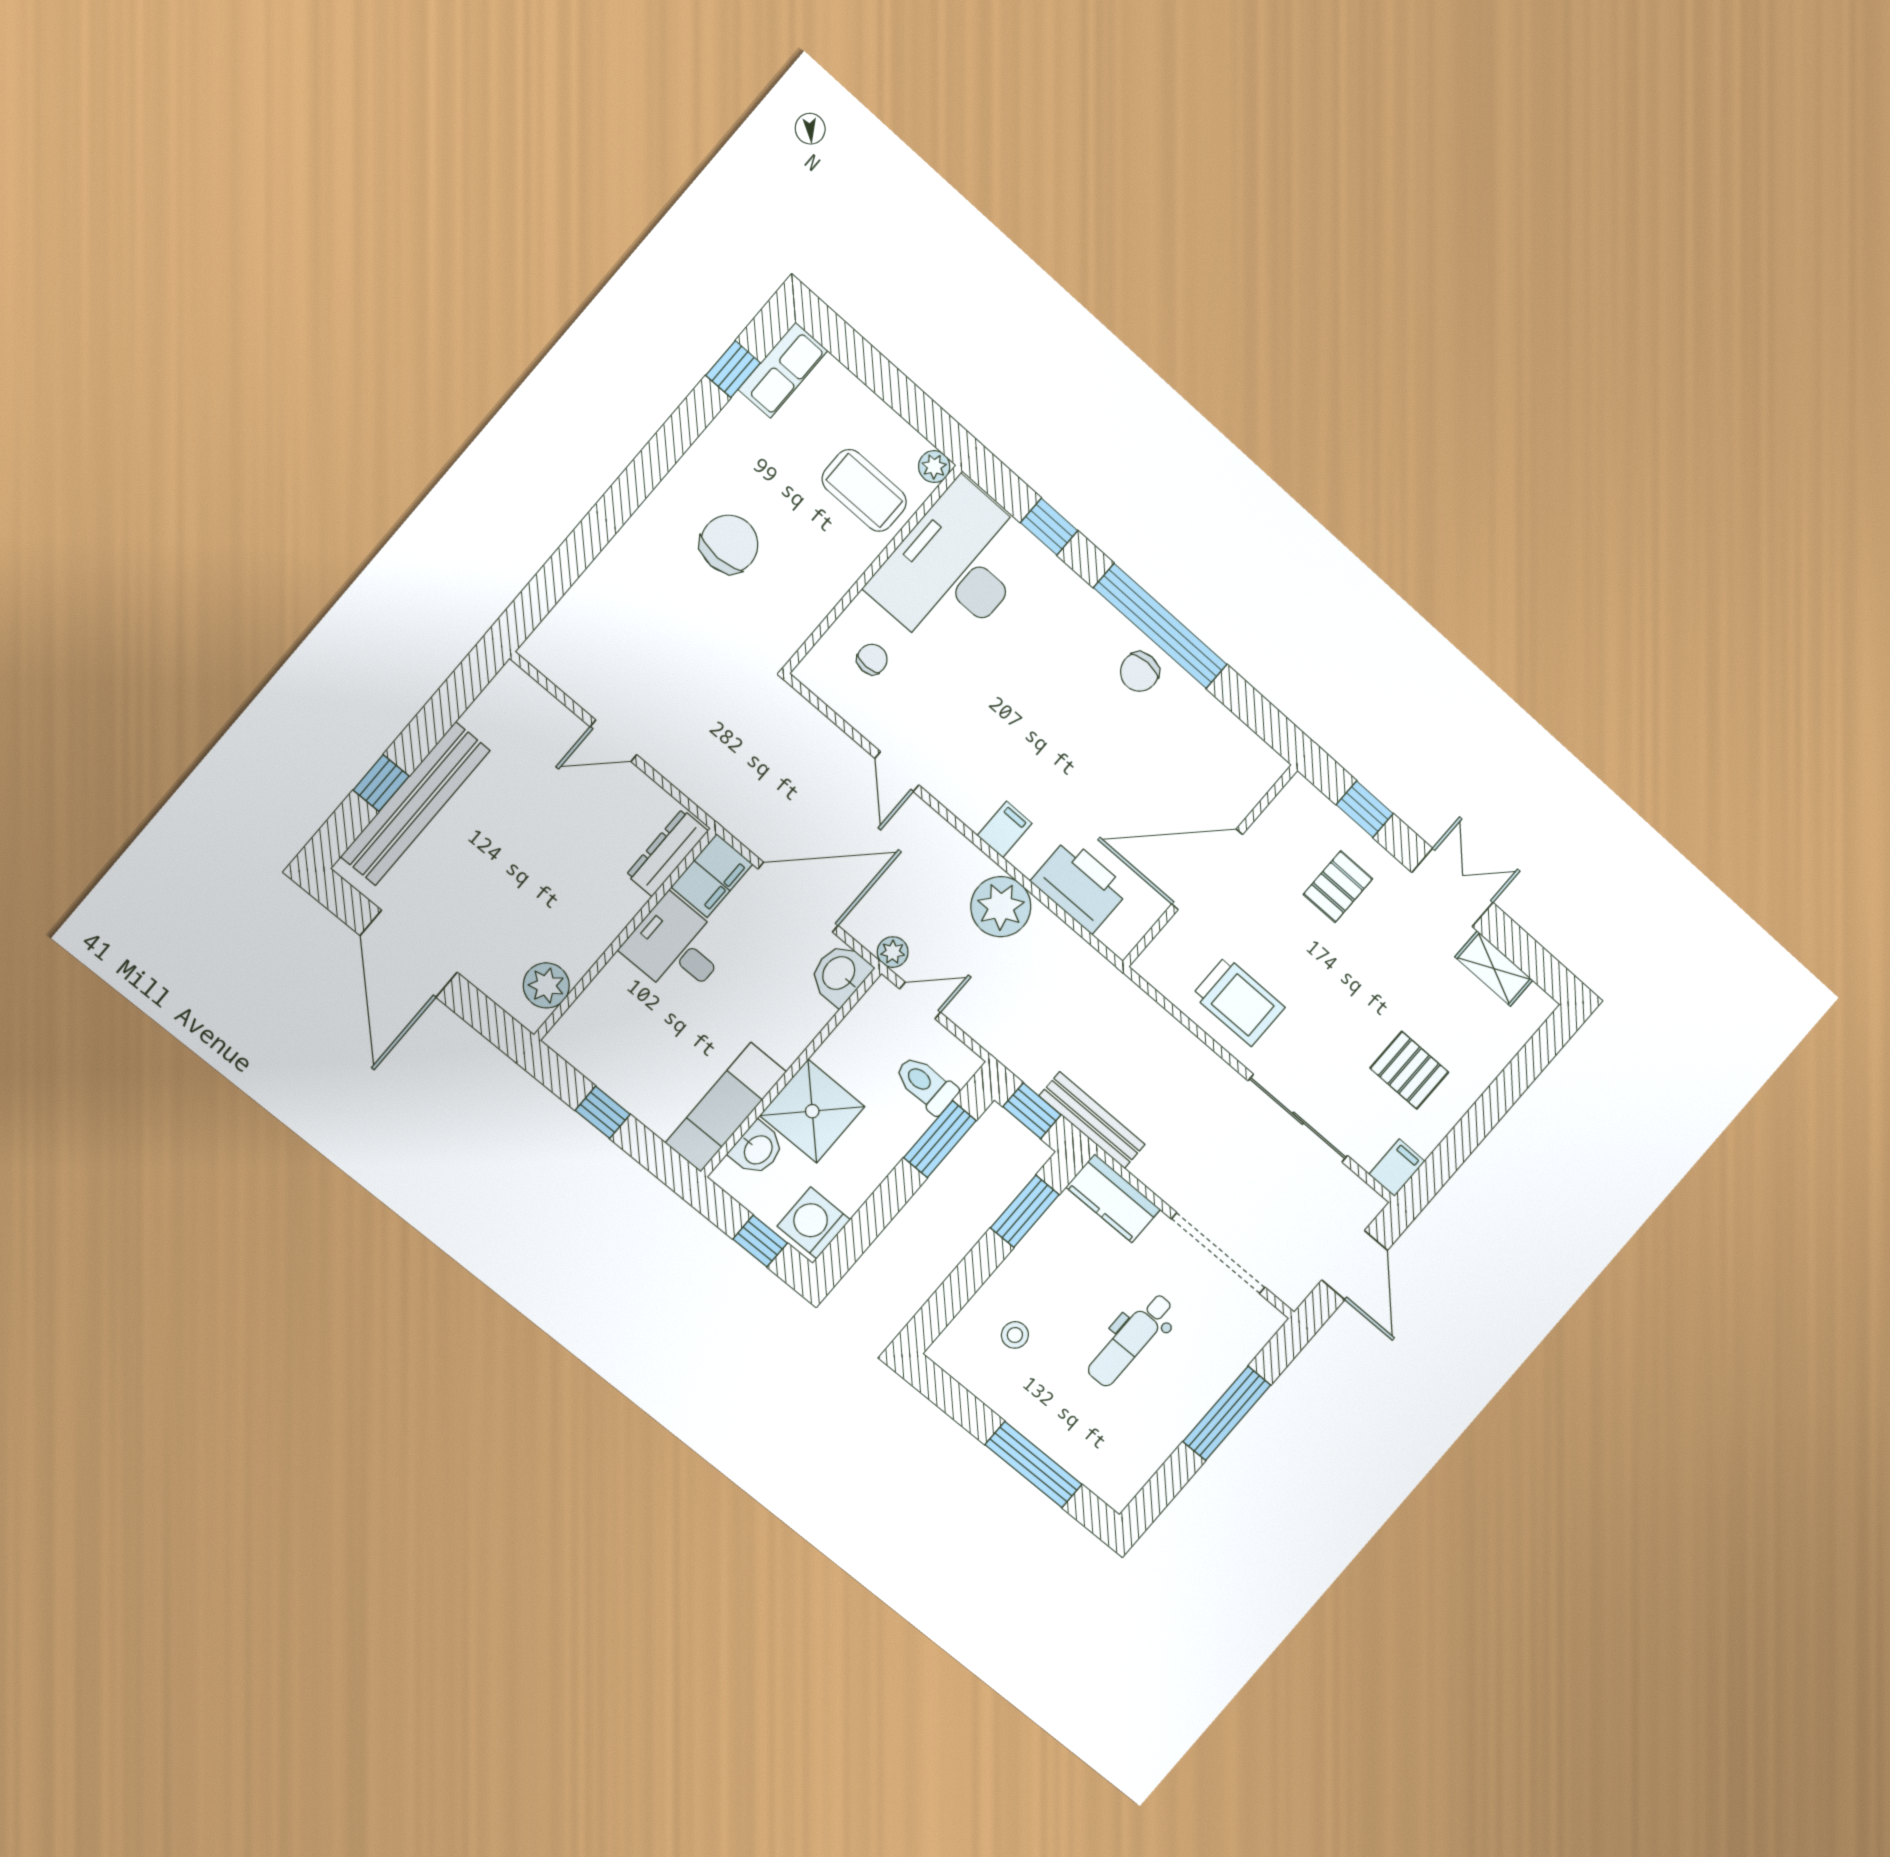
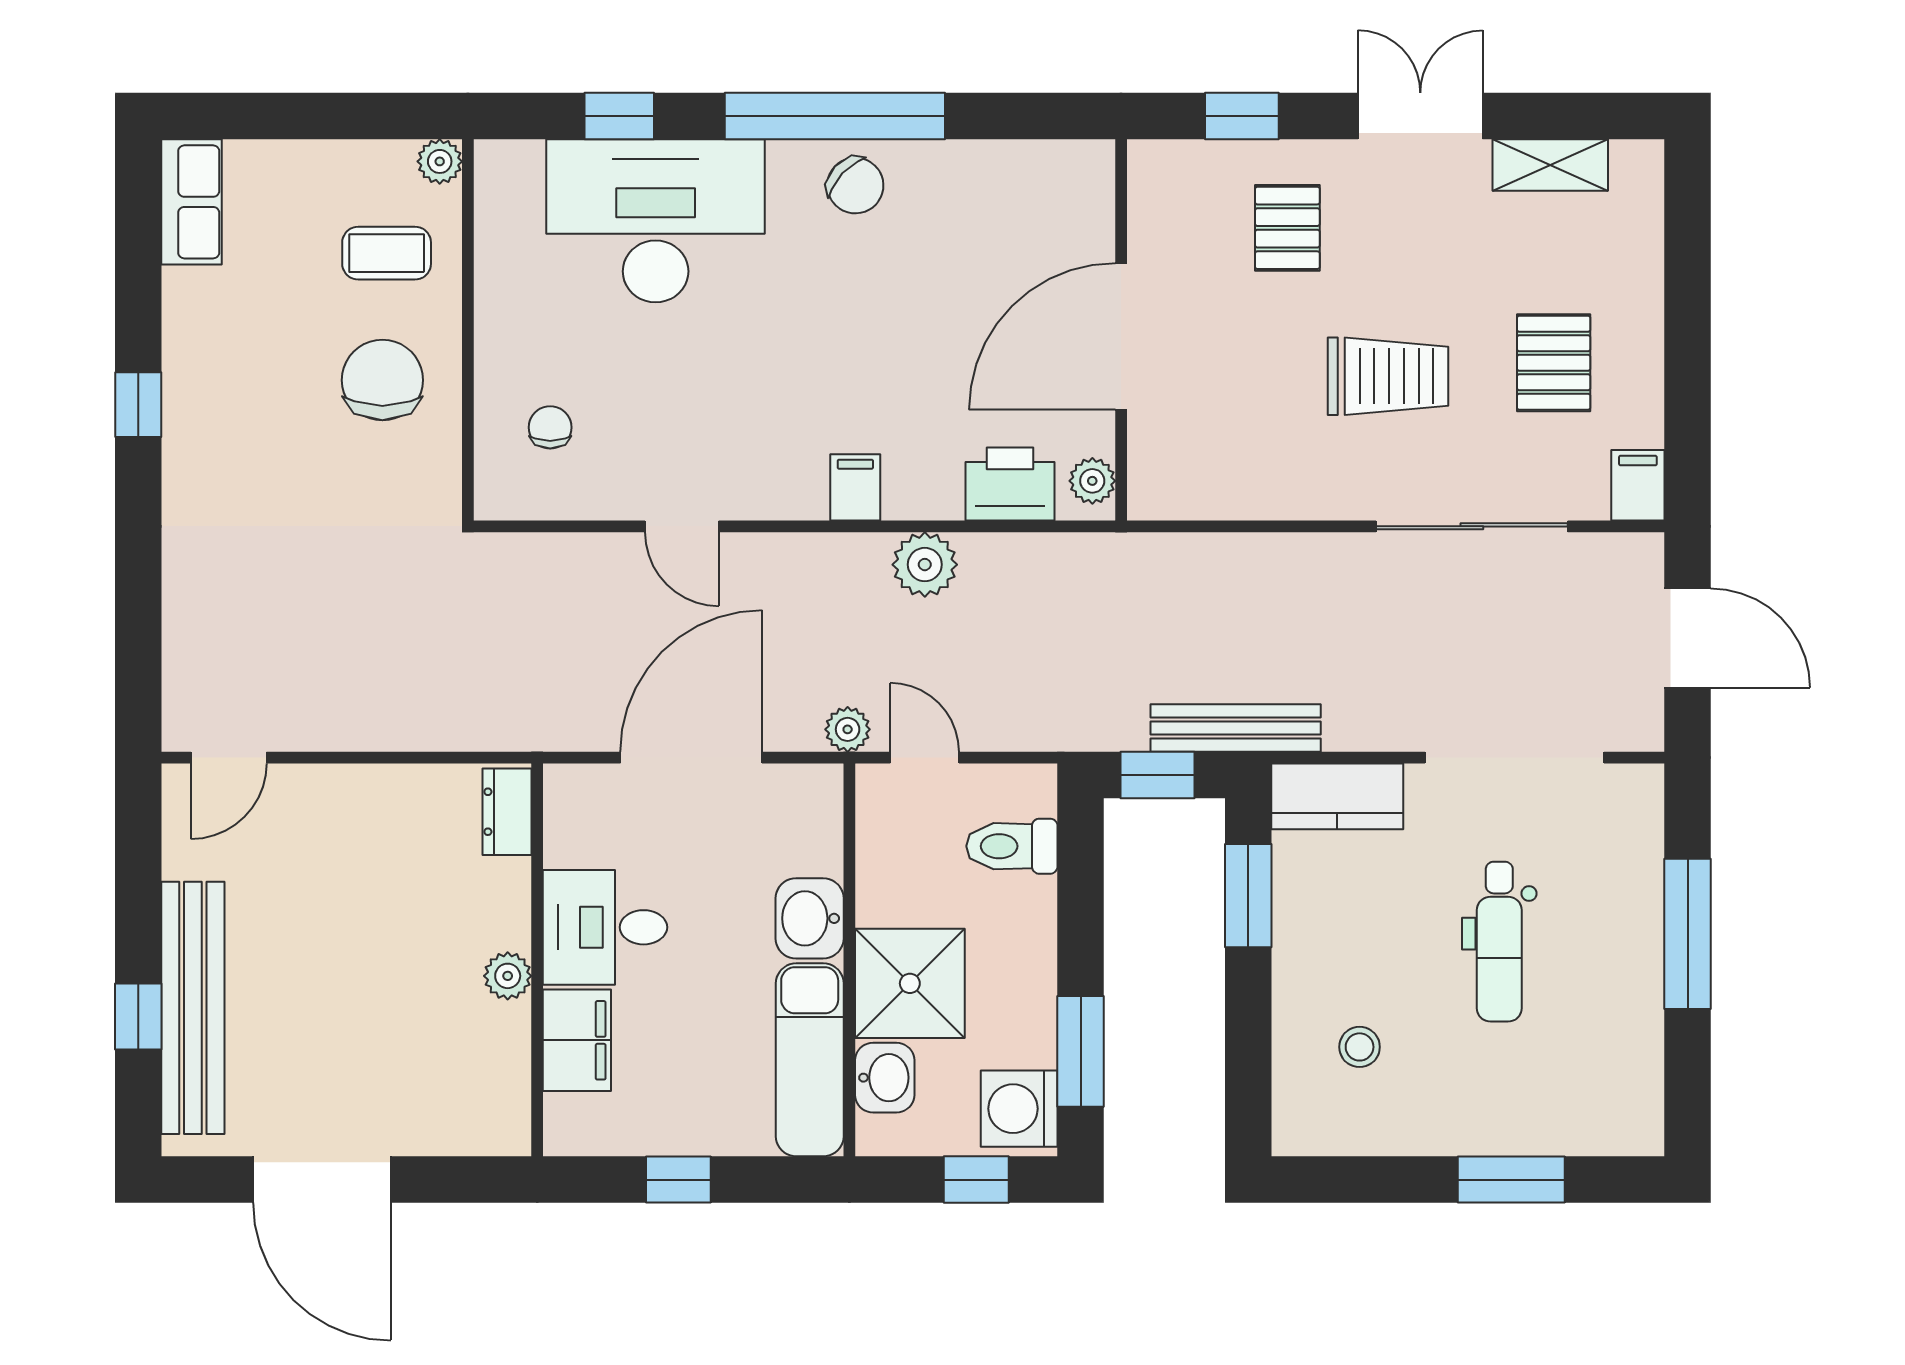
window: (733, 369) -> (138, 405), moved
coffee table: (864, 490) -> (387, 253), width x0.73, depth x0.77
chair: (729, 544) -> (382, 380), moved
desk: (954, 569) -> (656, 221), moved, turned 90
chair: (1140, 672) -> (855, 186), turned -47
door: (613, 741) -> (229, 758), moved
dresser: (667, 853) -> (507, 812), width x0.70
filing cabinet: (712, 876) -> (577, 1040), moved
printer: (1080, 885) -> (1010, 484), width x0.73, depth x0.84
plant: (1001, 907) -> (925, 565), width x0.73, depth x0.73
plant: (1129, 931) -> (1092, 481), added
washbasin: (840, 974) -> (810, 918), moved
plant: (546, 985) -> (508, 976), moved, width x0.73, depth x0.73
door: (920, 1001) -> (925, 758), hinge flipped
trolley: (1239, 1001) -> (1388, 376), moved
pallet: (1409, 1070) -> (1554, 363), turned 90
window: (940, 1139) -> (1081, 1051), moved
window: (1033, 1465) -> (1511, 1180), width x0.69

